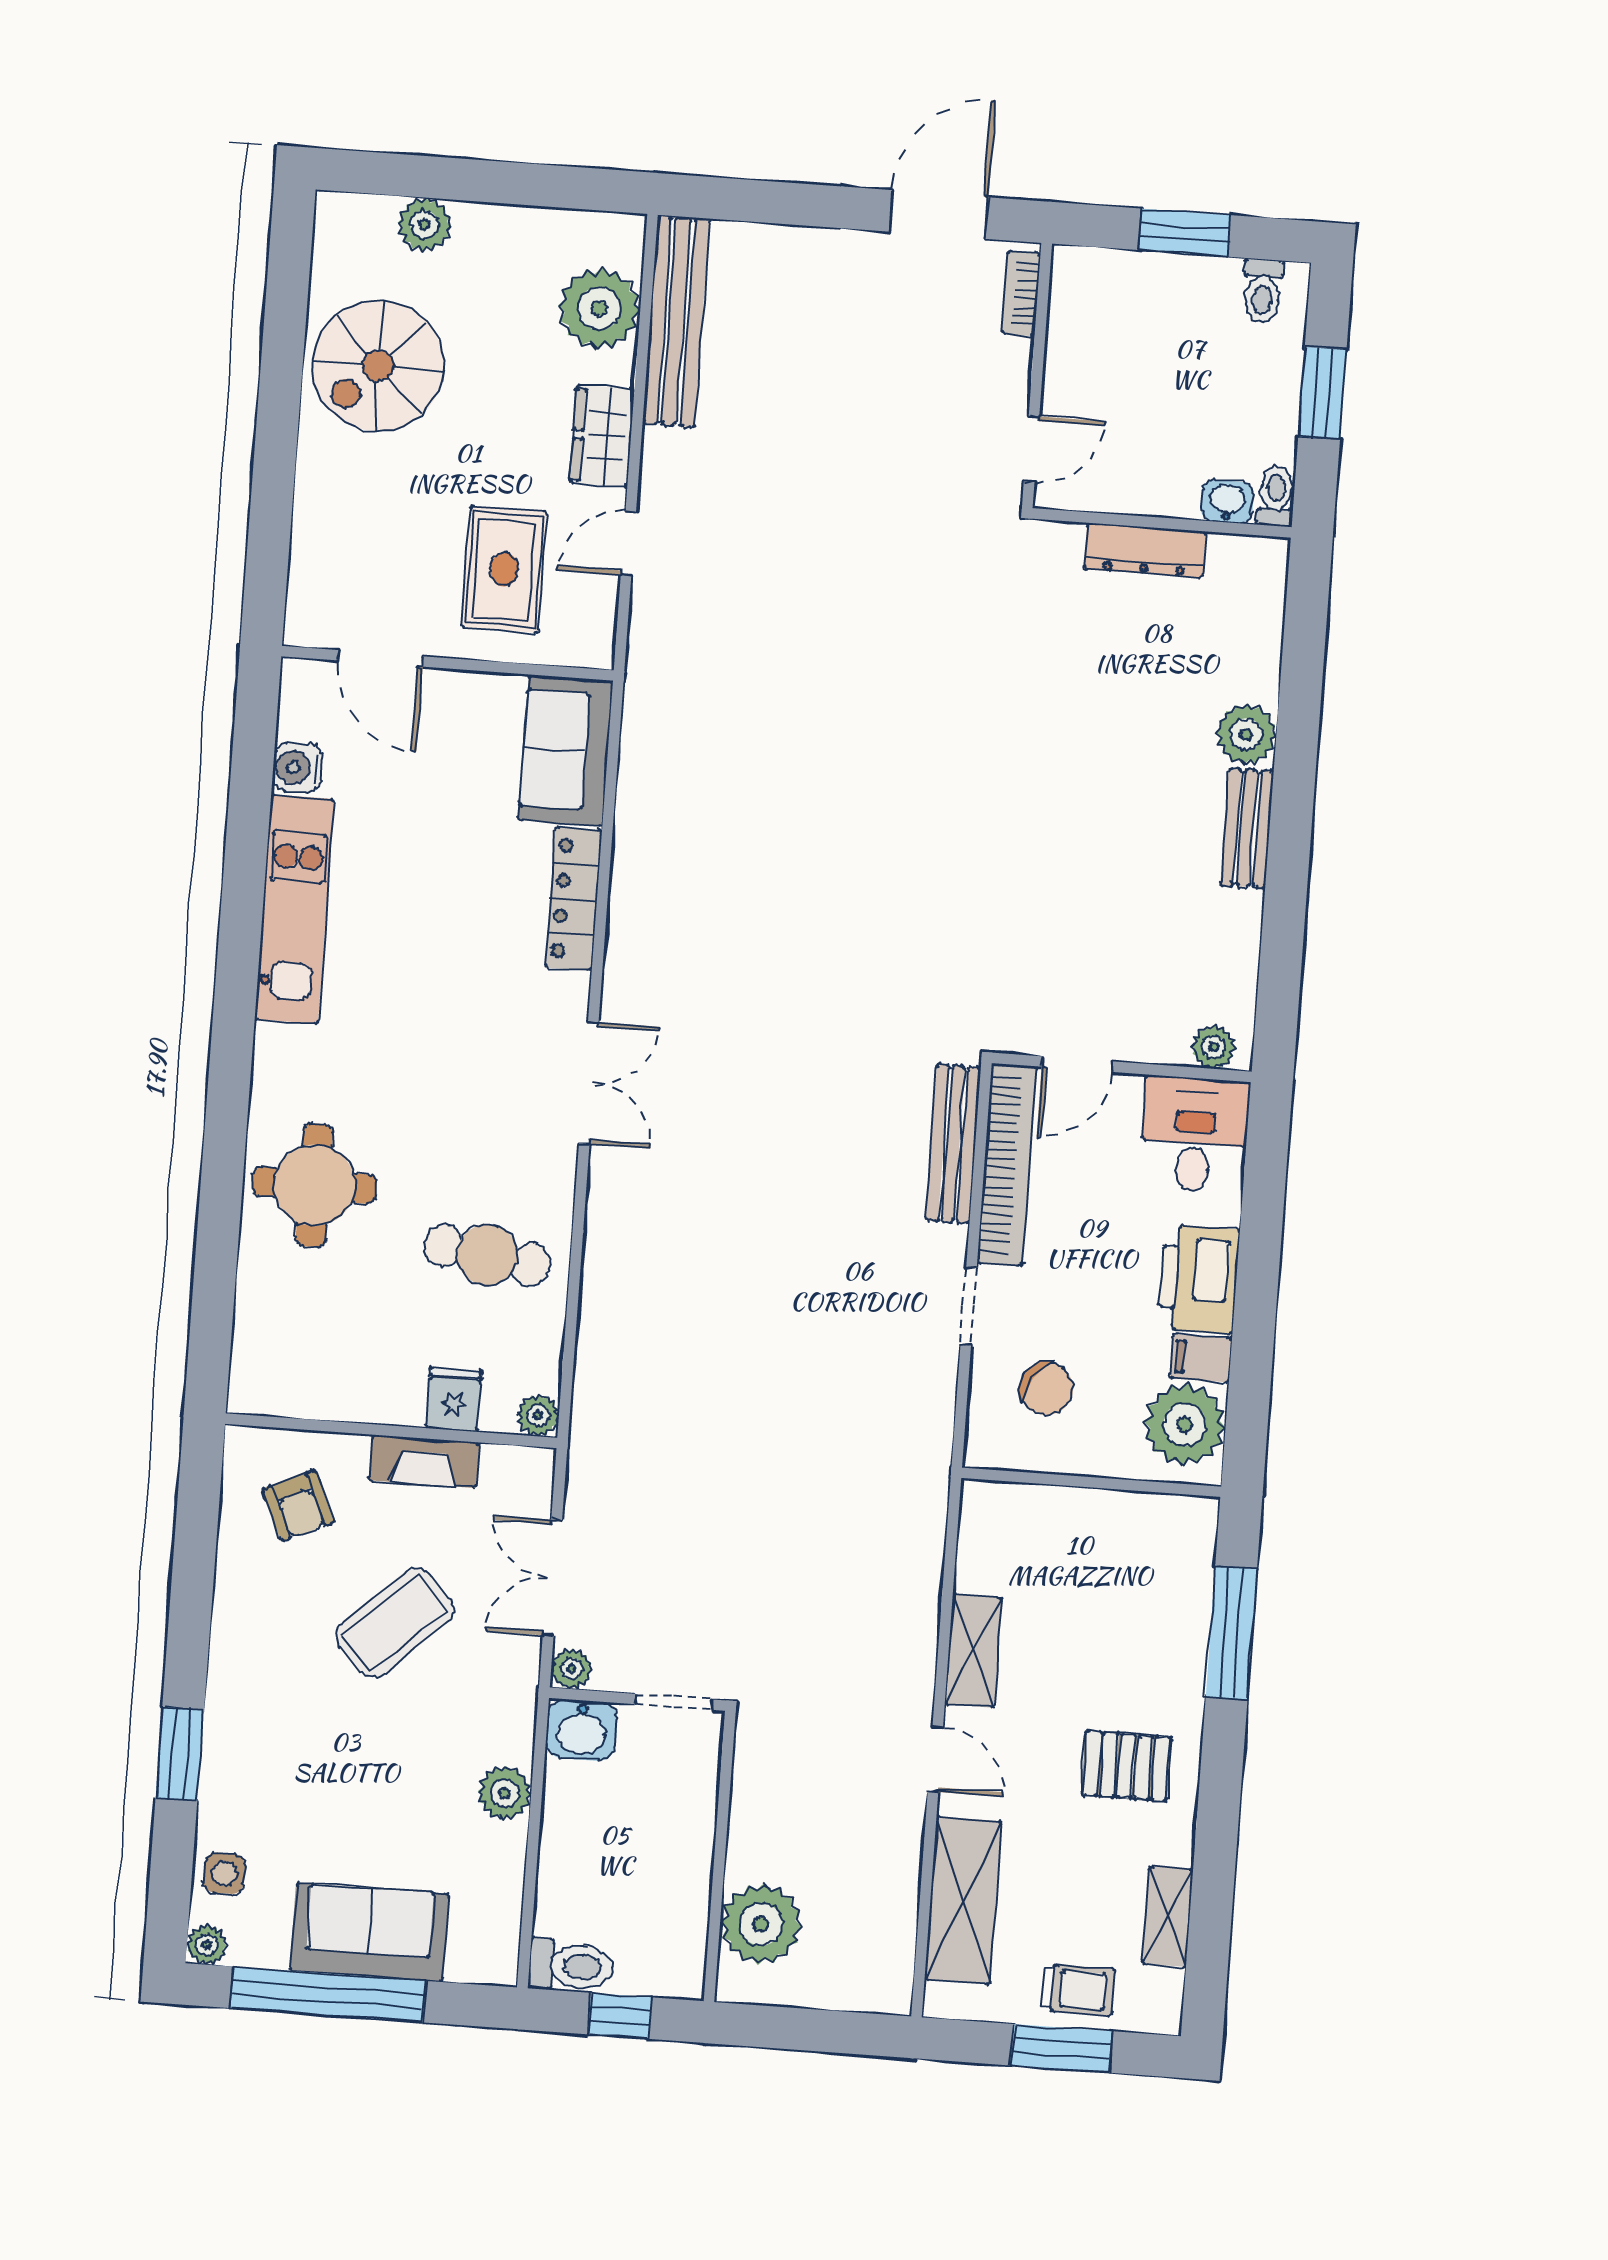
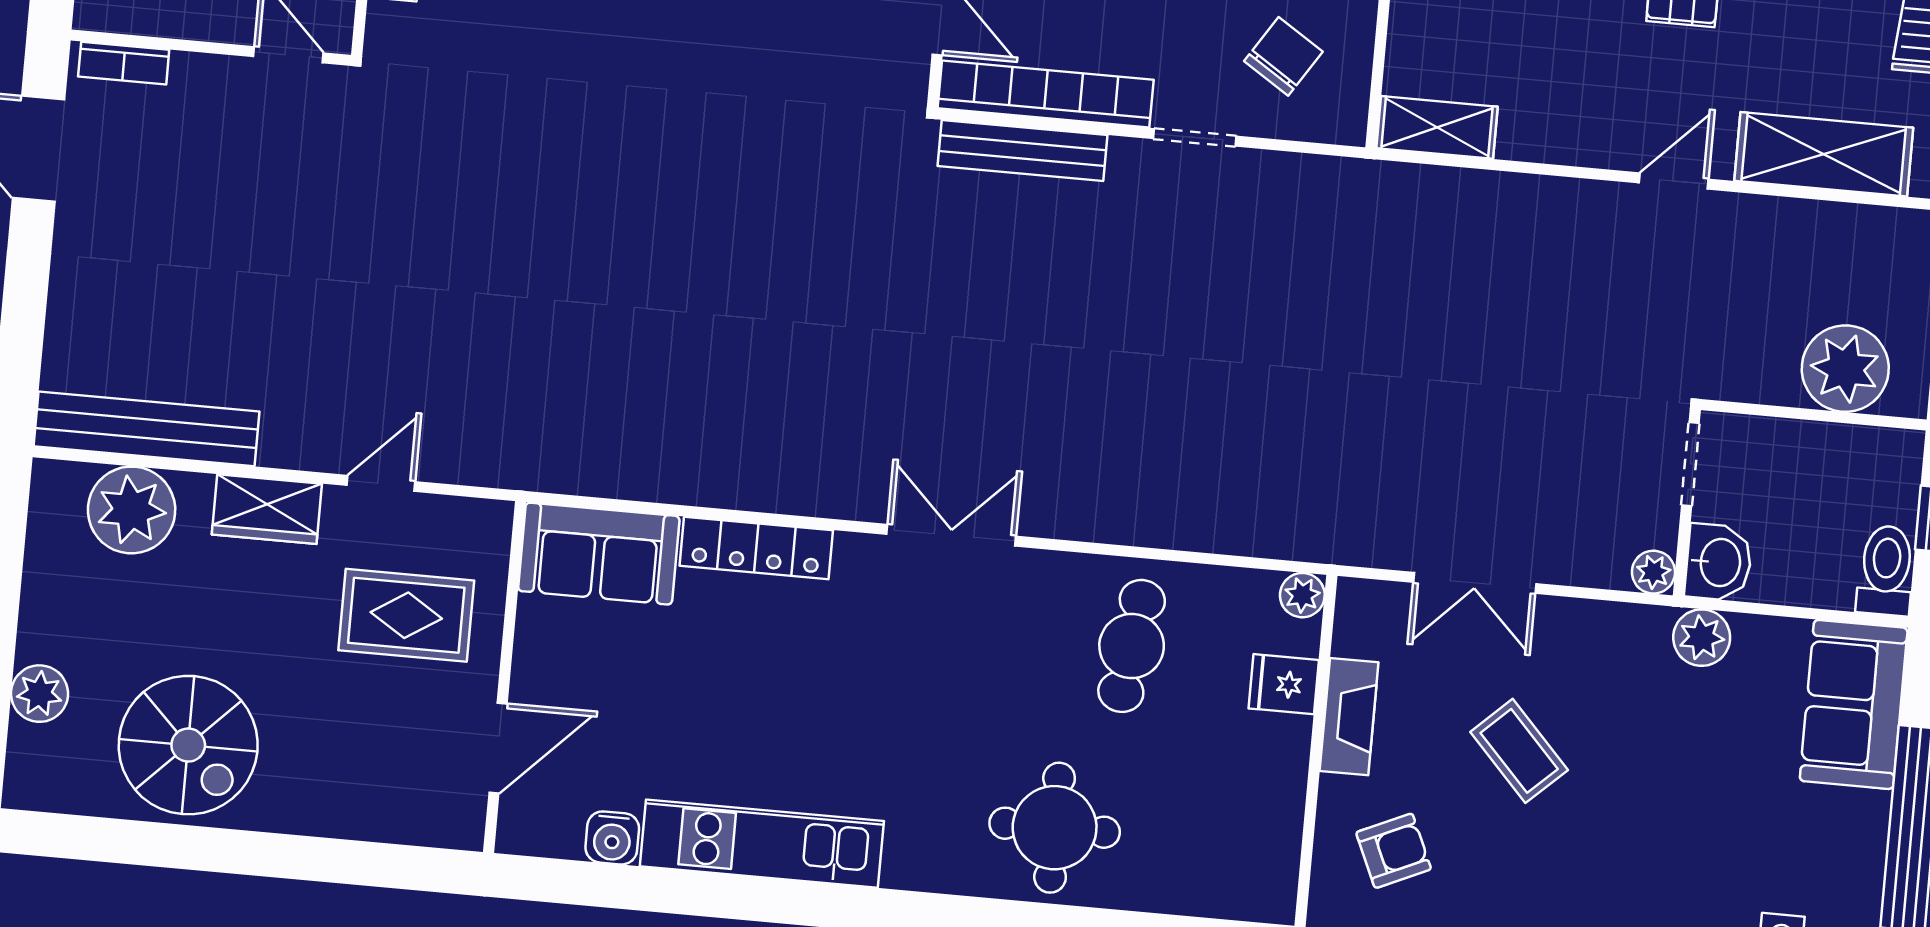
door: (628, 543) -> (381, 483), swing flipped
coffee table: (394, 1623) -> (1519, 751), width x0.73, depth x0.77
shelving: (973, 1651) -> (1437, 127), moved
plant: (571, 1669) -> (1653, 572), moved
wall: (637, 1699) -> (1687, 503), moved
doorway: (674, 1702) -> (1690, 464), moved
washbasin: (582, 1730) -> (1719, 562), moved
sofa: (369, 1932) -> (1854, 704), moved

